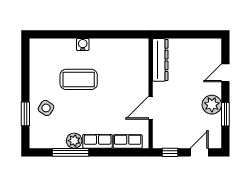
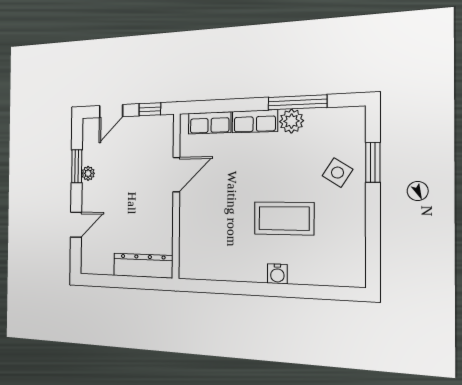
dresser: (160, 60) -> (143, 266), moved, turned 90
plant: (212, 105) -> (88, 173), width x0.53, depth x0.53

